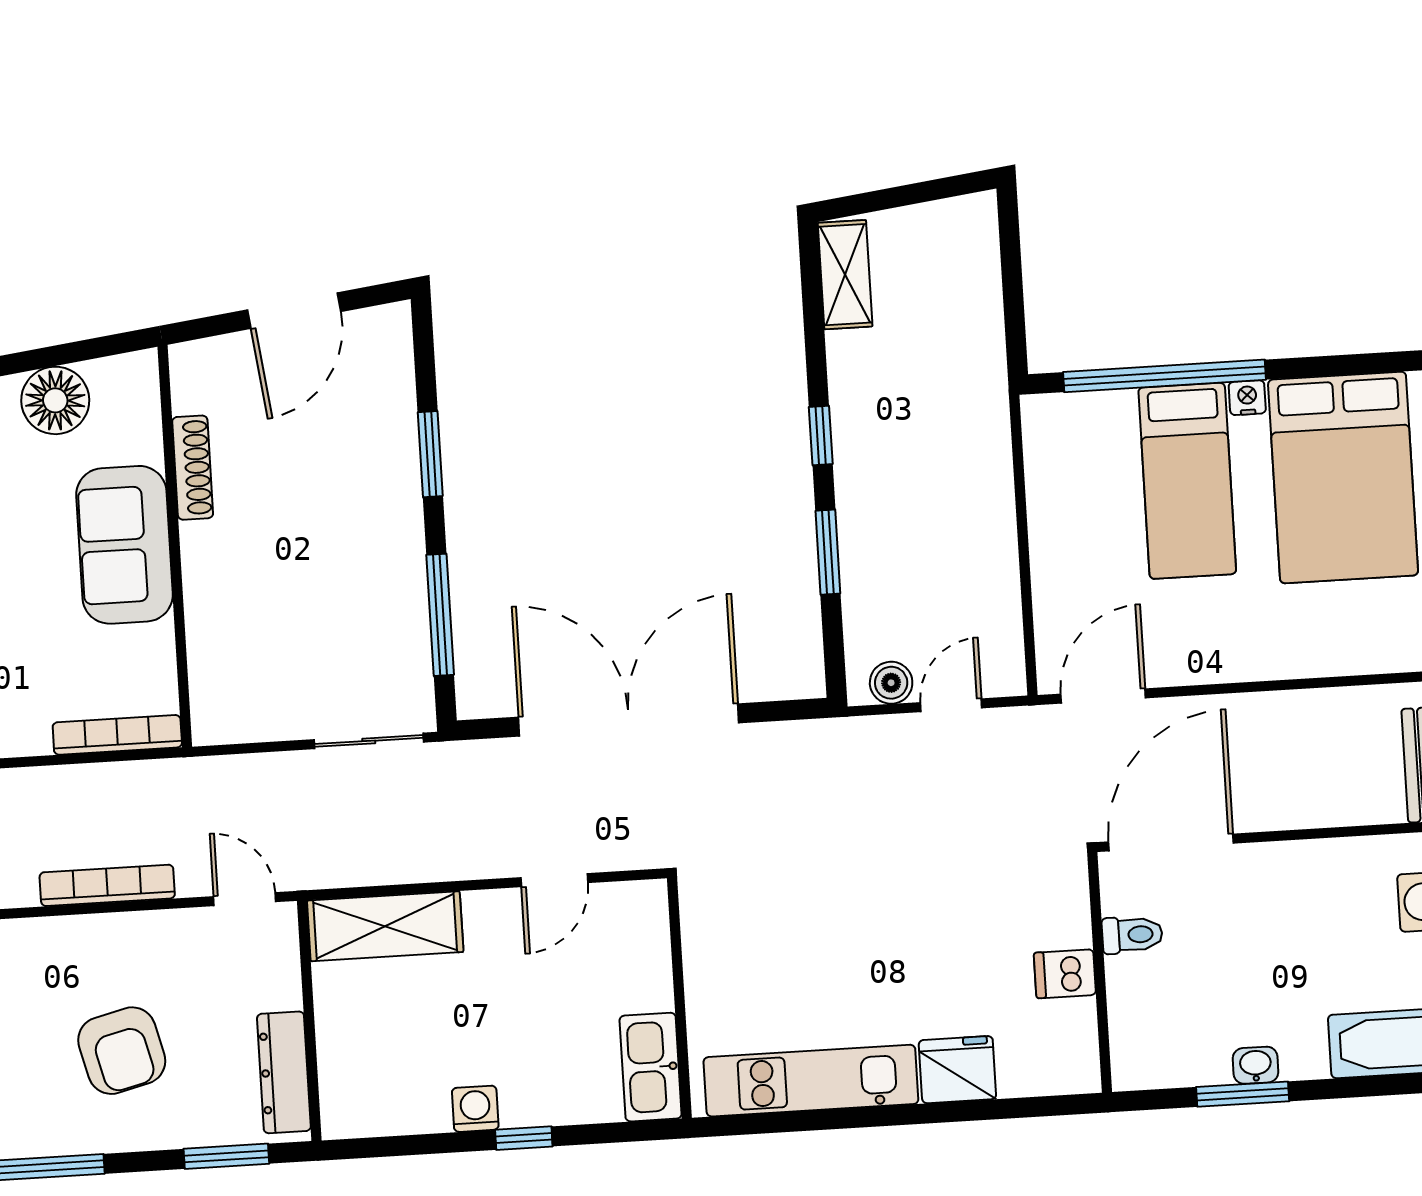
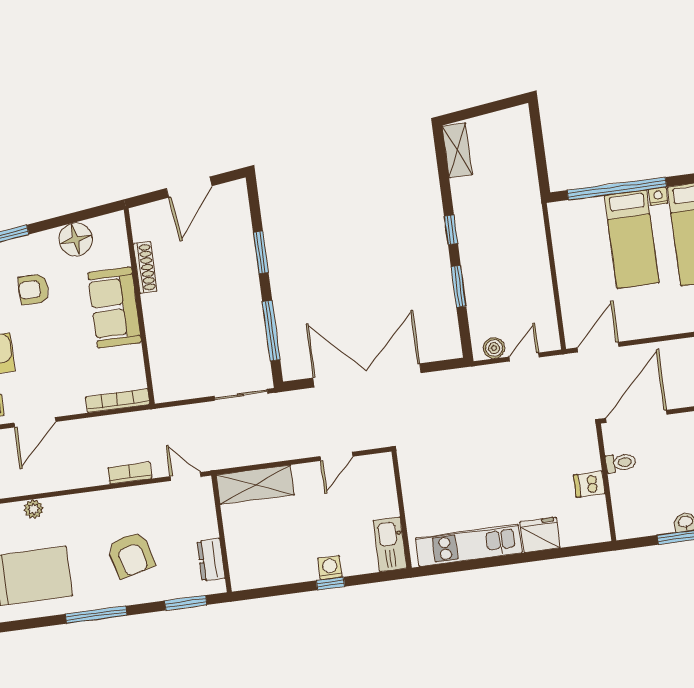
bookcase: (107, 885) -> (130, 473), width x0.64
dresser: (284, 1072) -> (211, 560), width x0.70
washing machine: (475, 1109) -> (330, 568), moved

